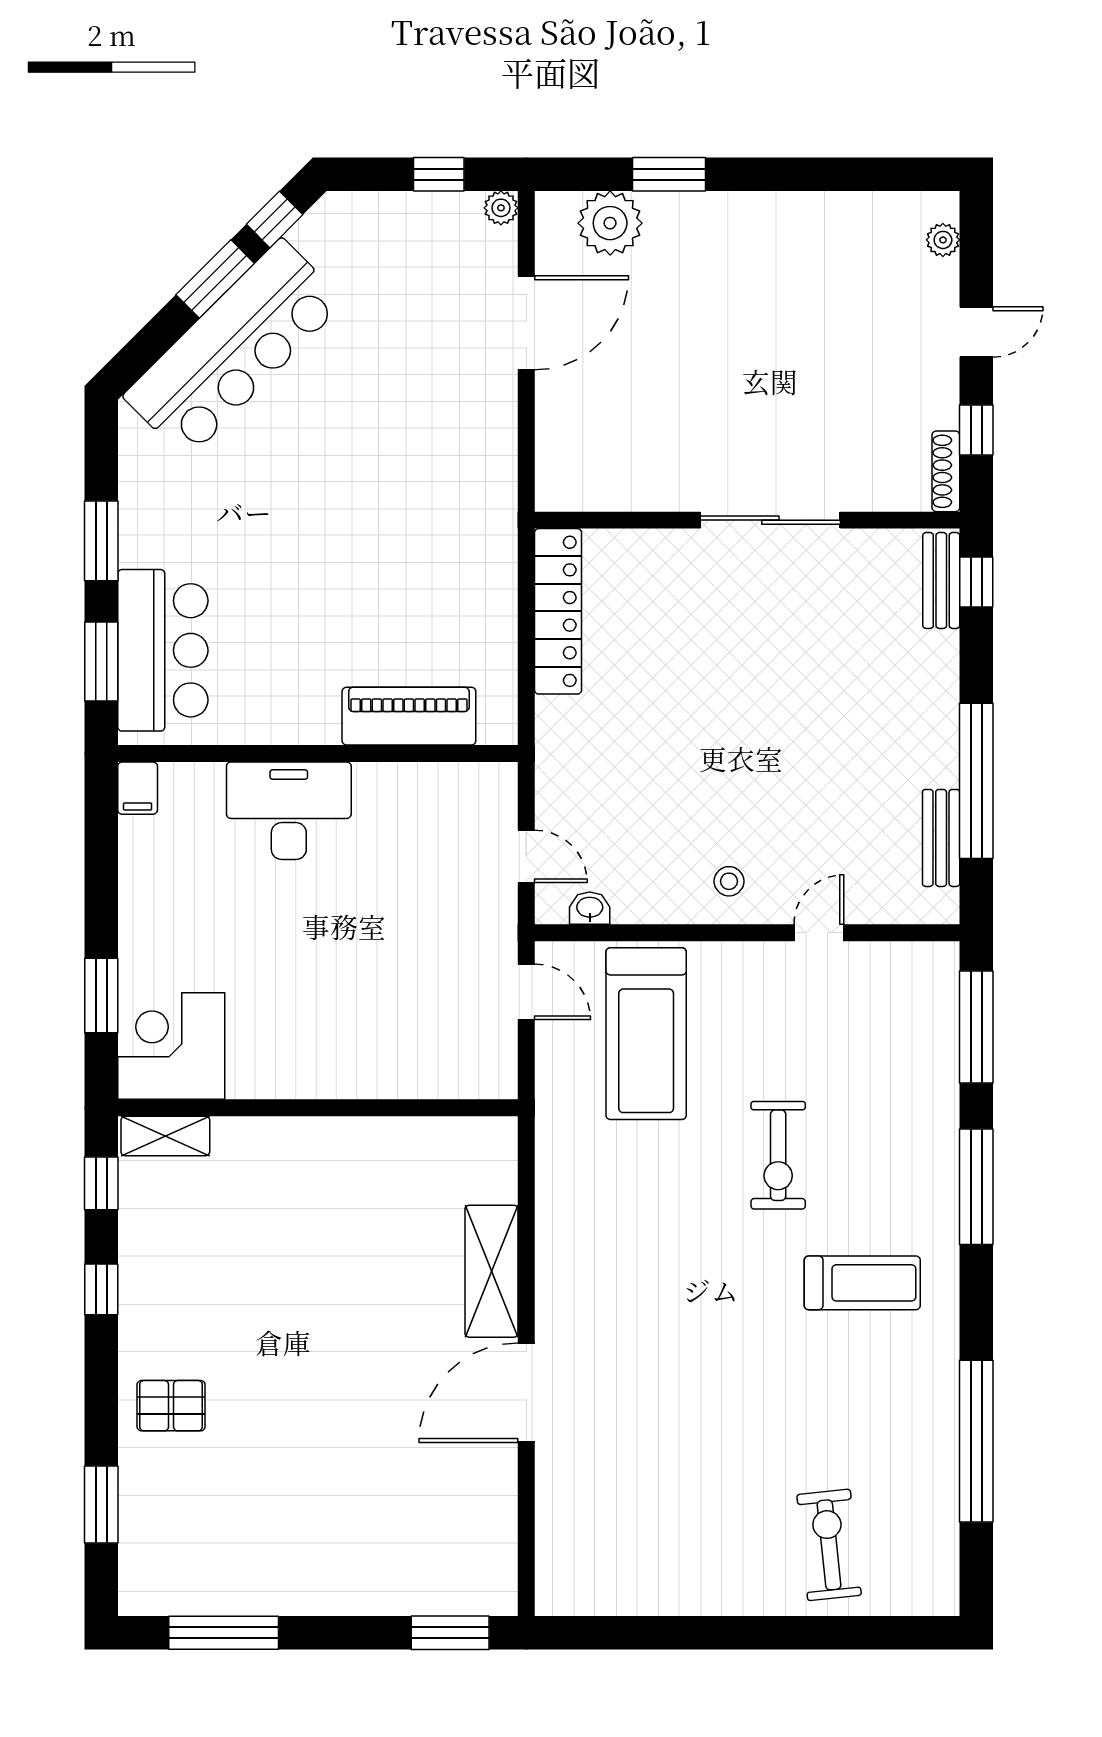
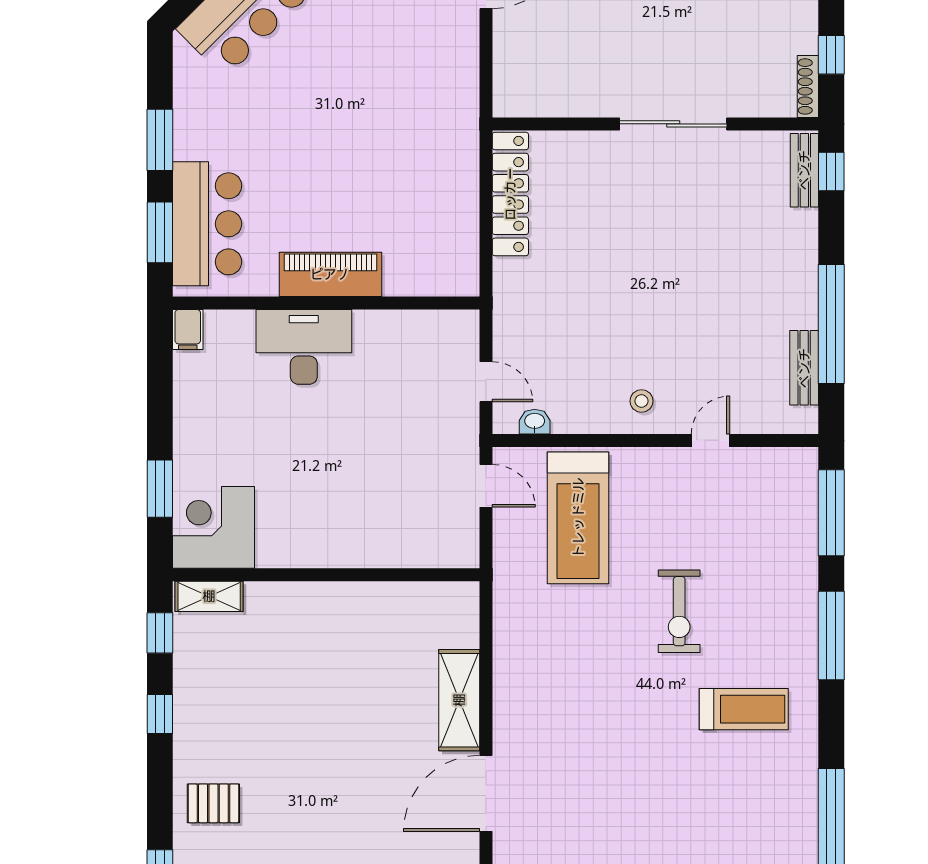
piano: (409, 716) -> (330, 274), moved

